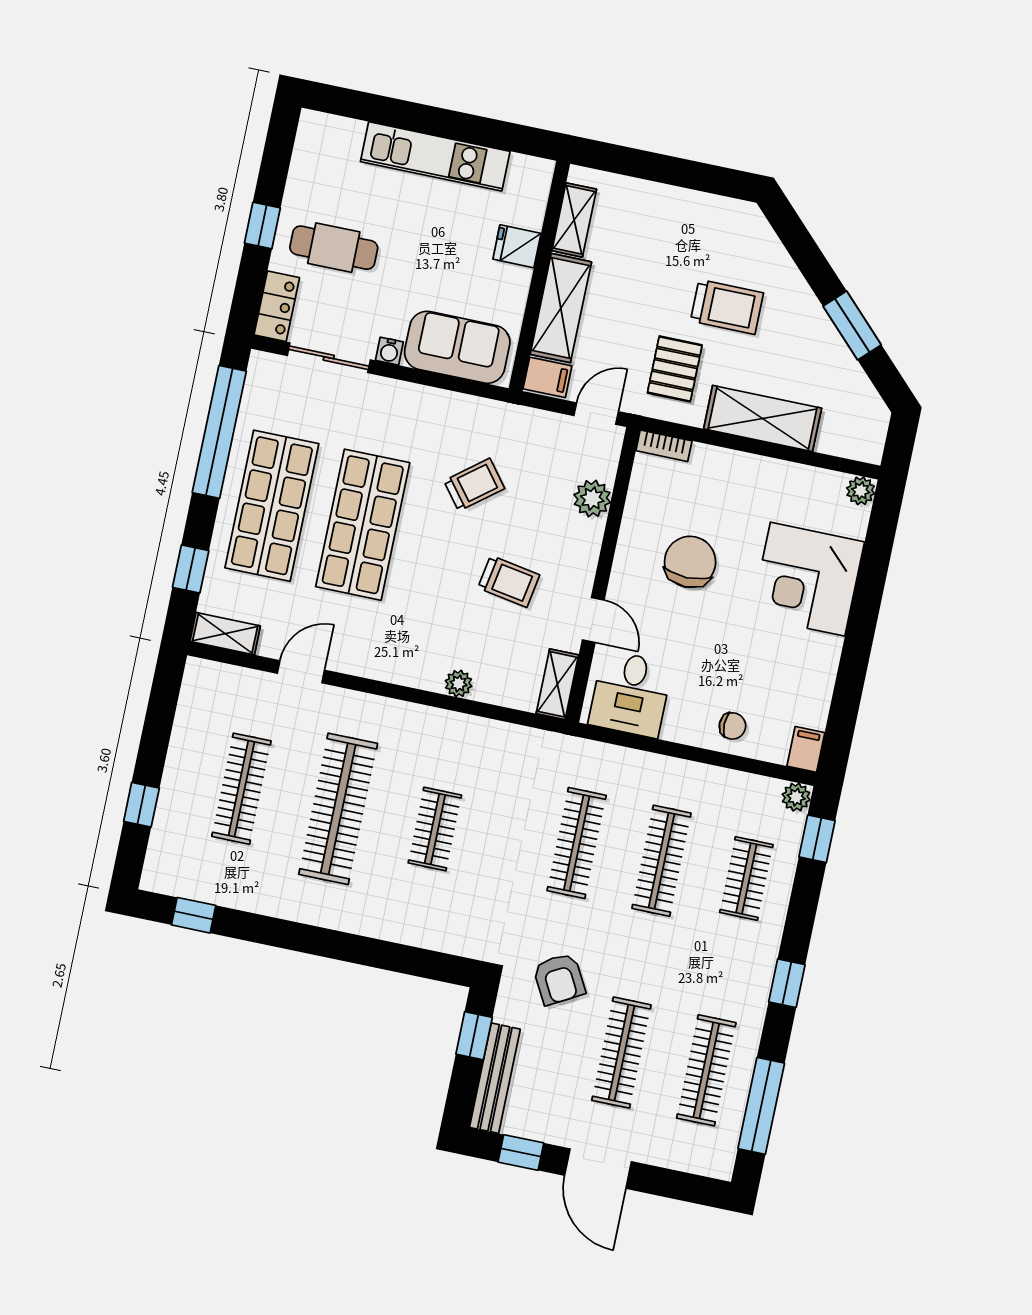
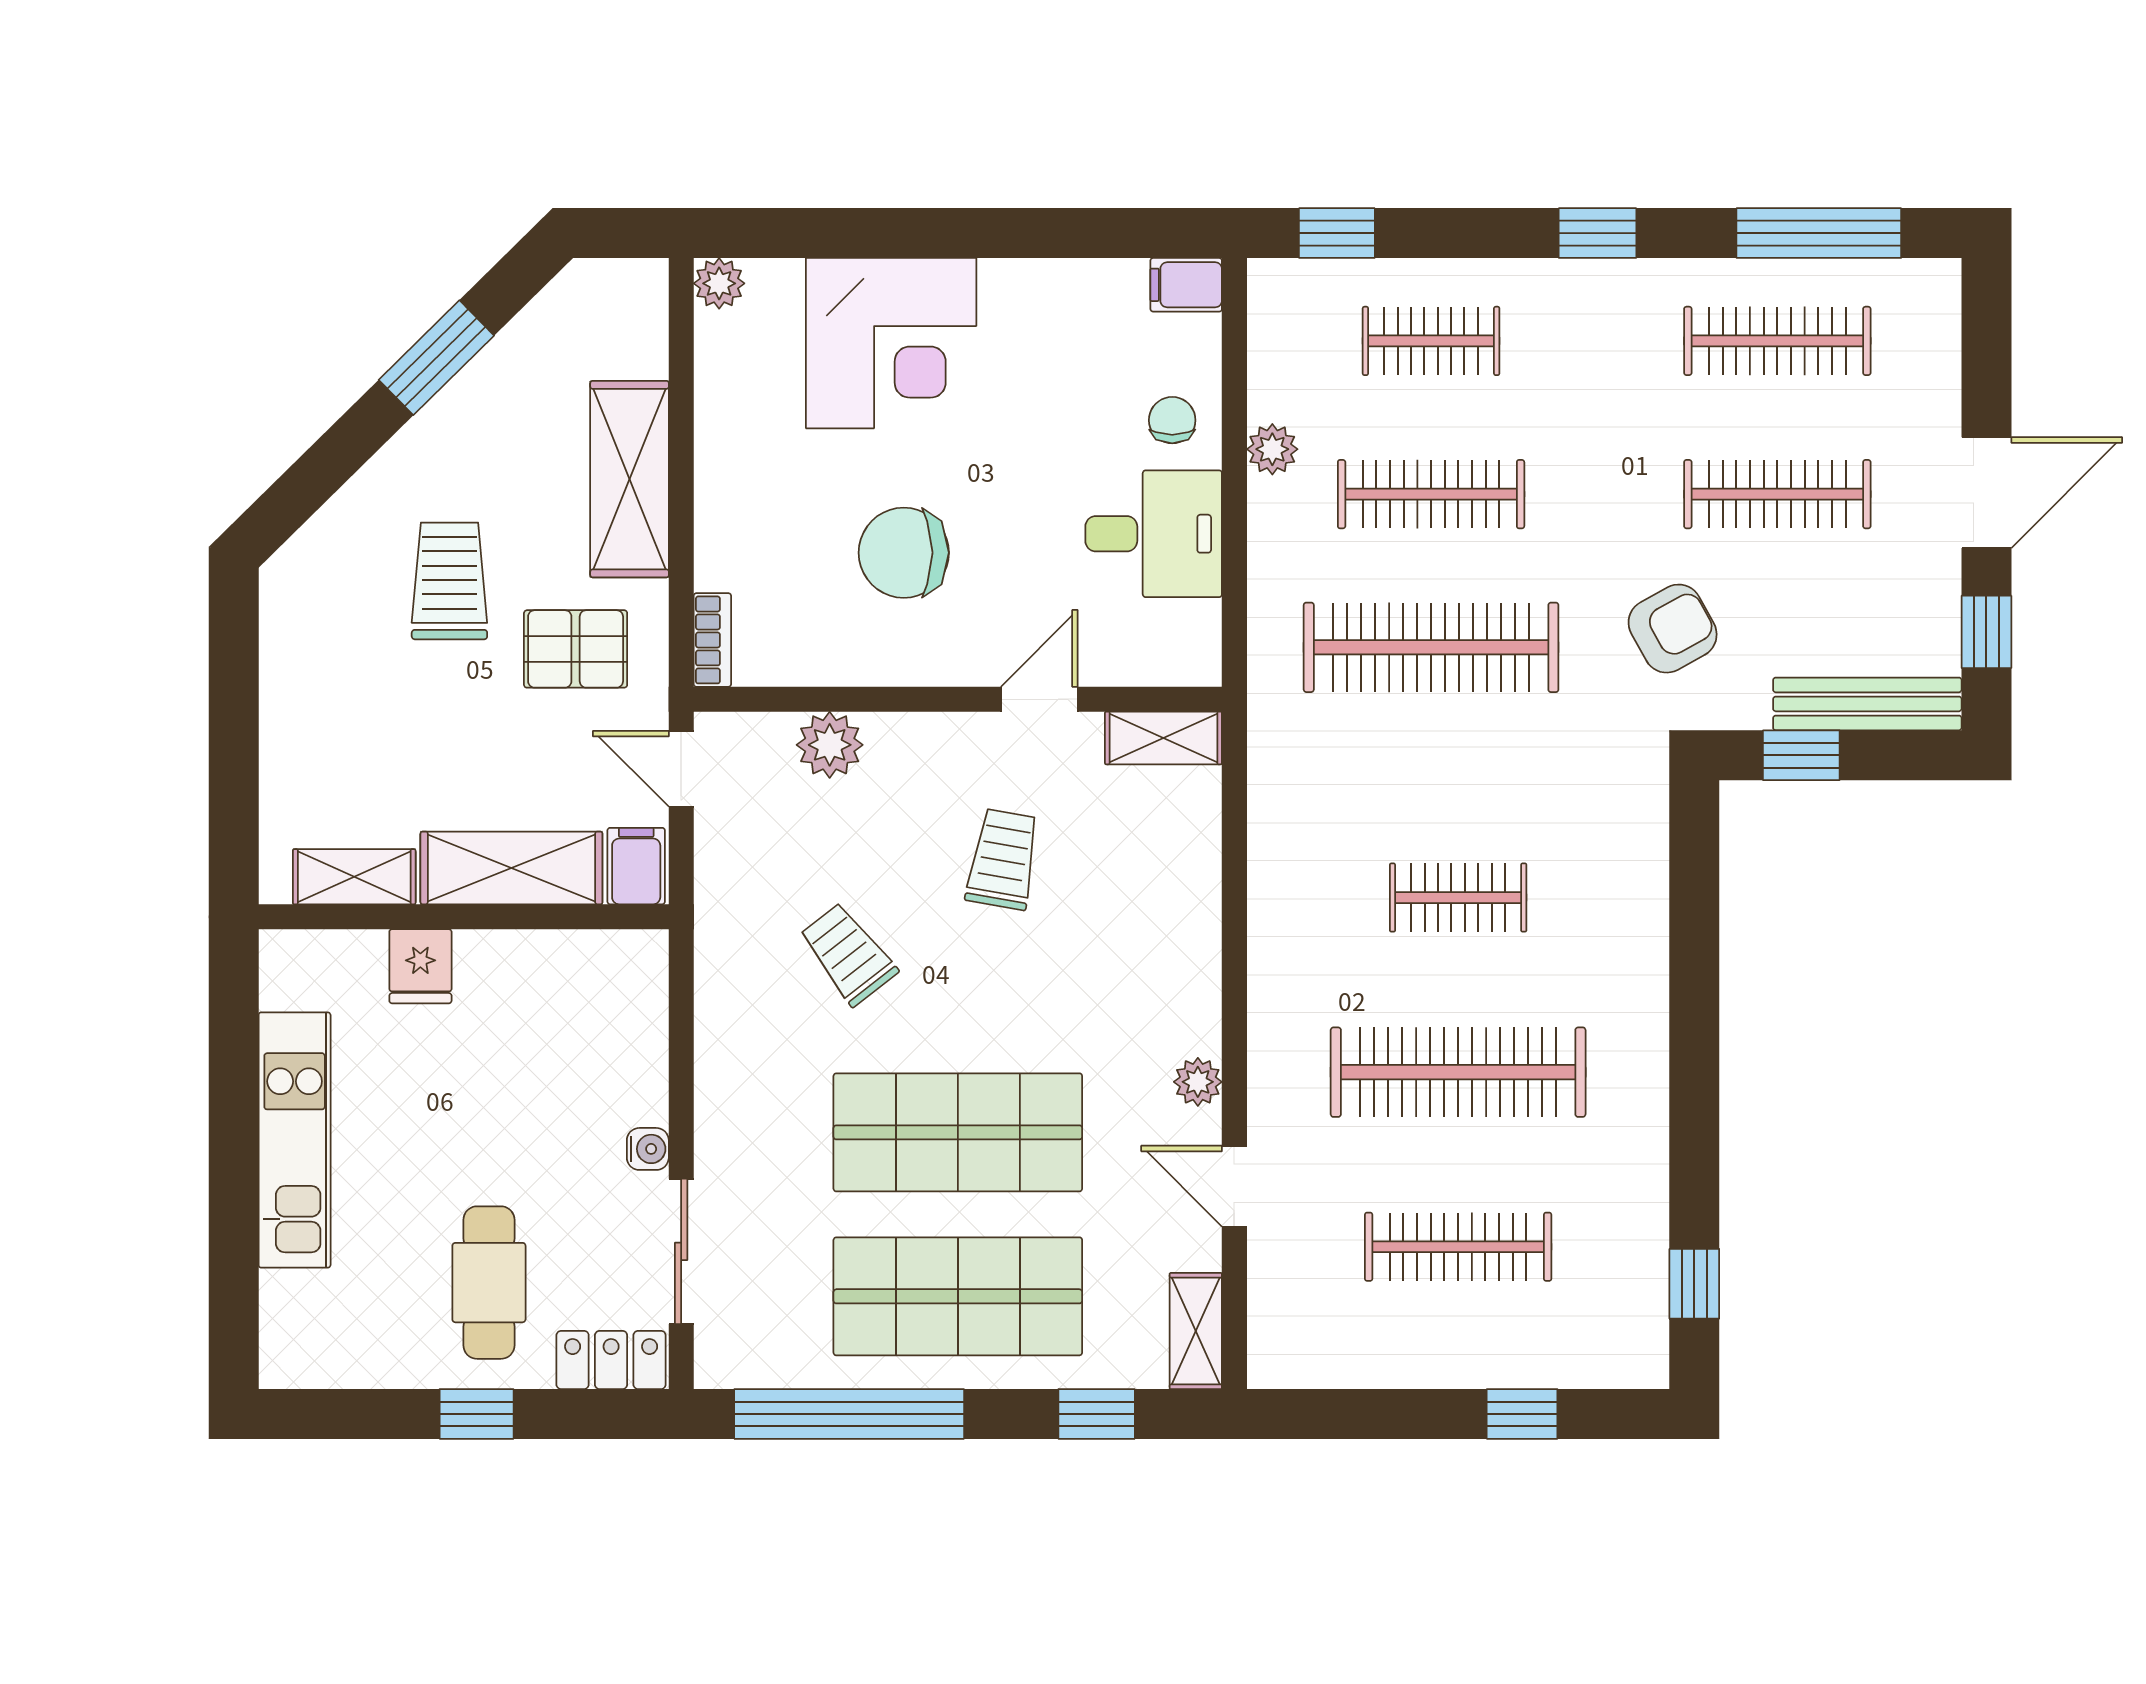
sofa: (457, 347) -> (617, 1033), removed
plant: (459, 683) -> (1198, 1082), moved
desk: (630, 694) -> (1154, 534), moved
plant: (796, 797) -> (1272, 449), moved
clothes rail: (577, 843) -> (1431, 647), width x1.37, depth x1.31

